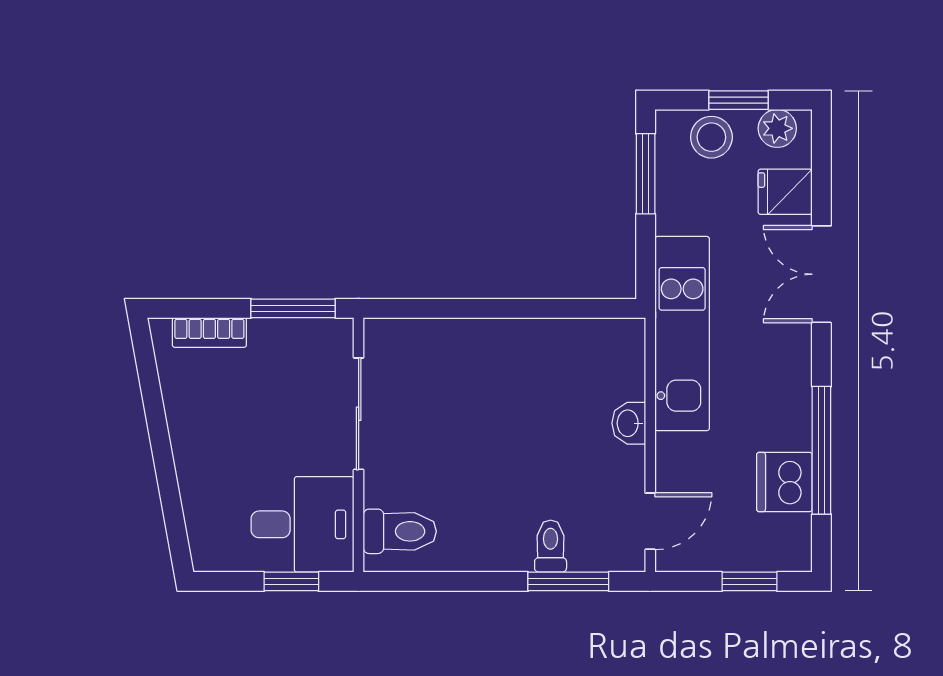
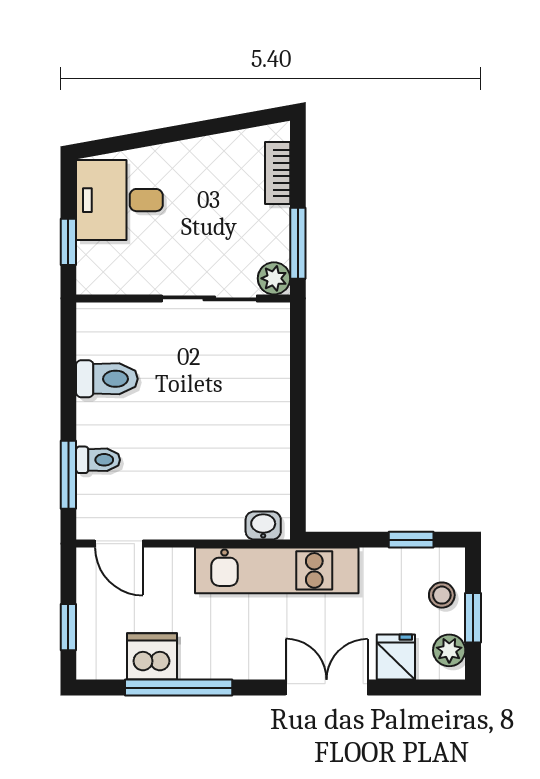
stool: (711, 137) -> (442, 595), width x0.73, depth x0.73
window: (646, 174) -> (411, 540), width x0.67
plant: (335, 337) -> (274, 278), added
washbasin: (629, 423) -> (263, 525), moved
desk: (302, 524) -> (119, 200), moved, turned 90
toilet: (400, 531) -> (107, 379), moved, turned -90

